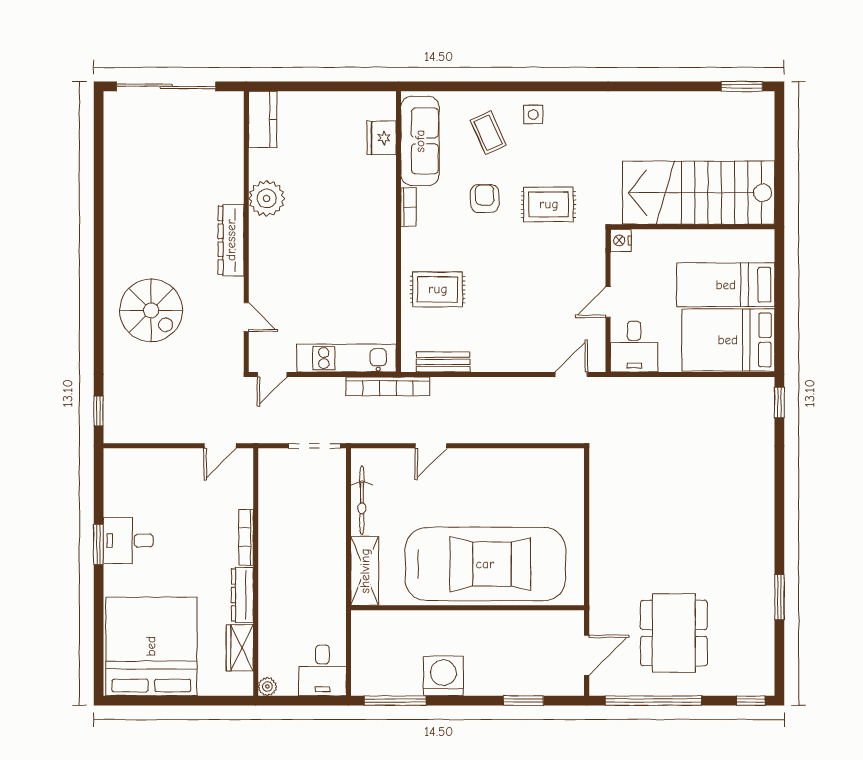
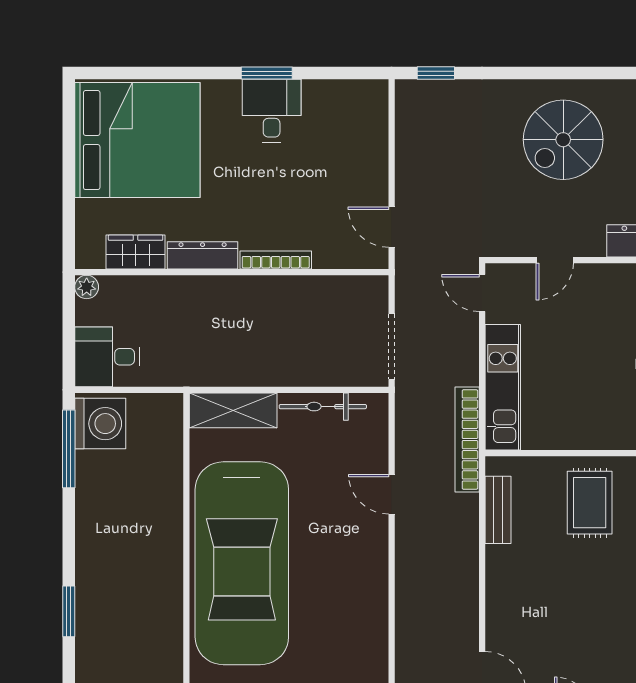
washing machine: (443, 676) -> (100, 424), moved

